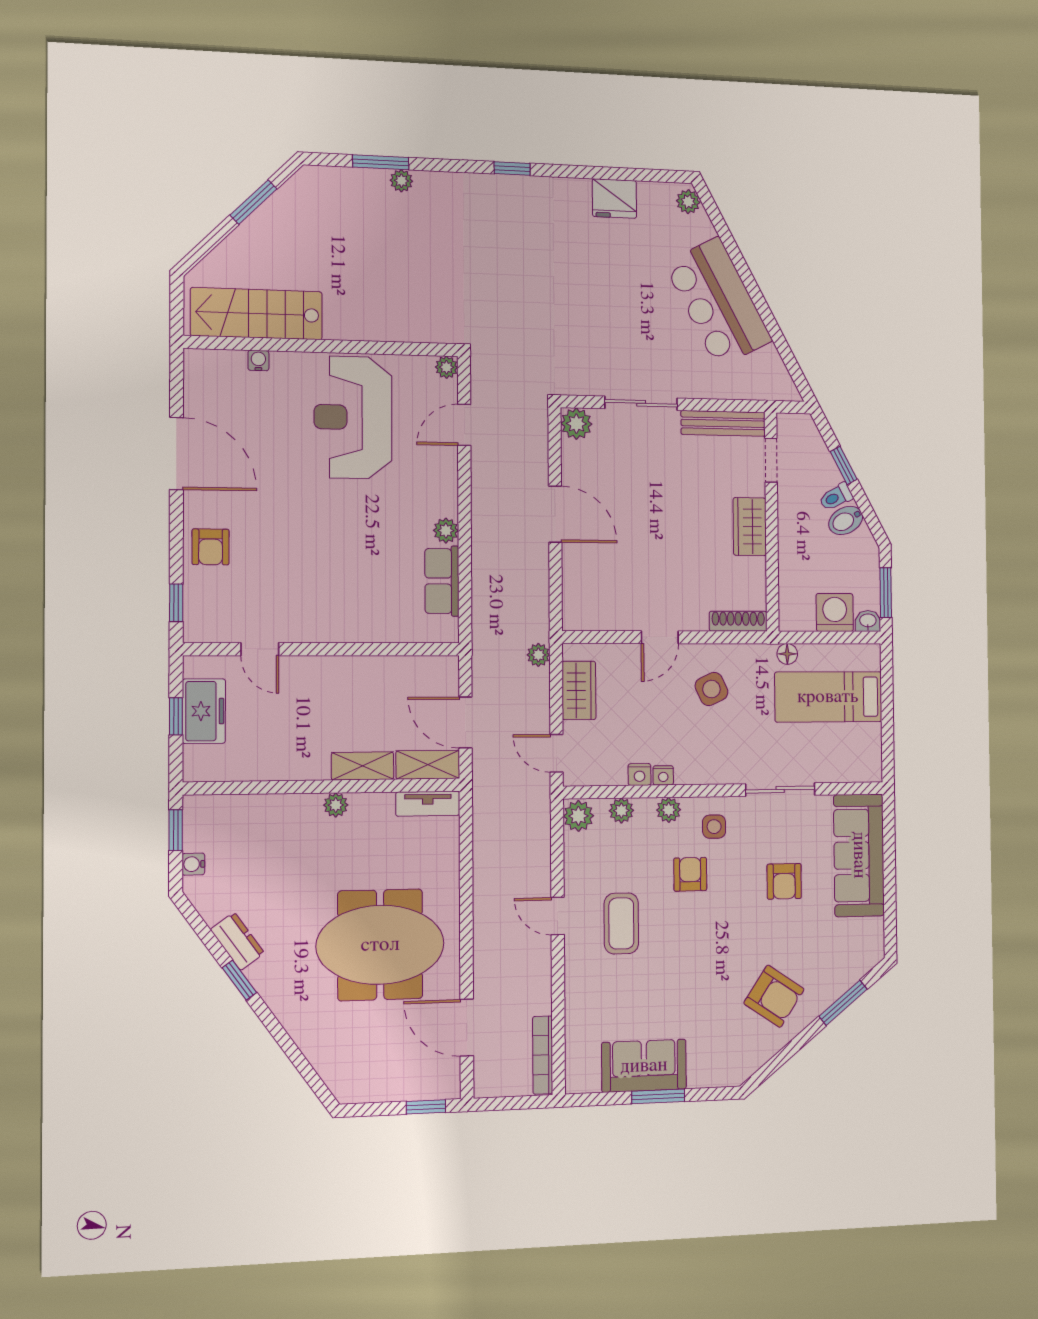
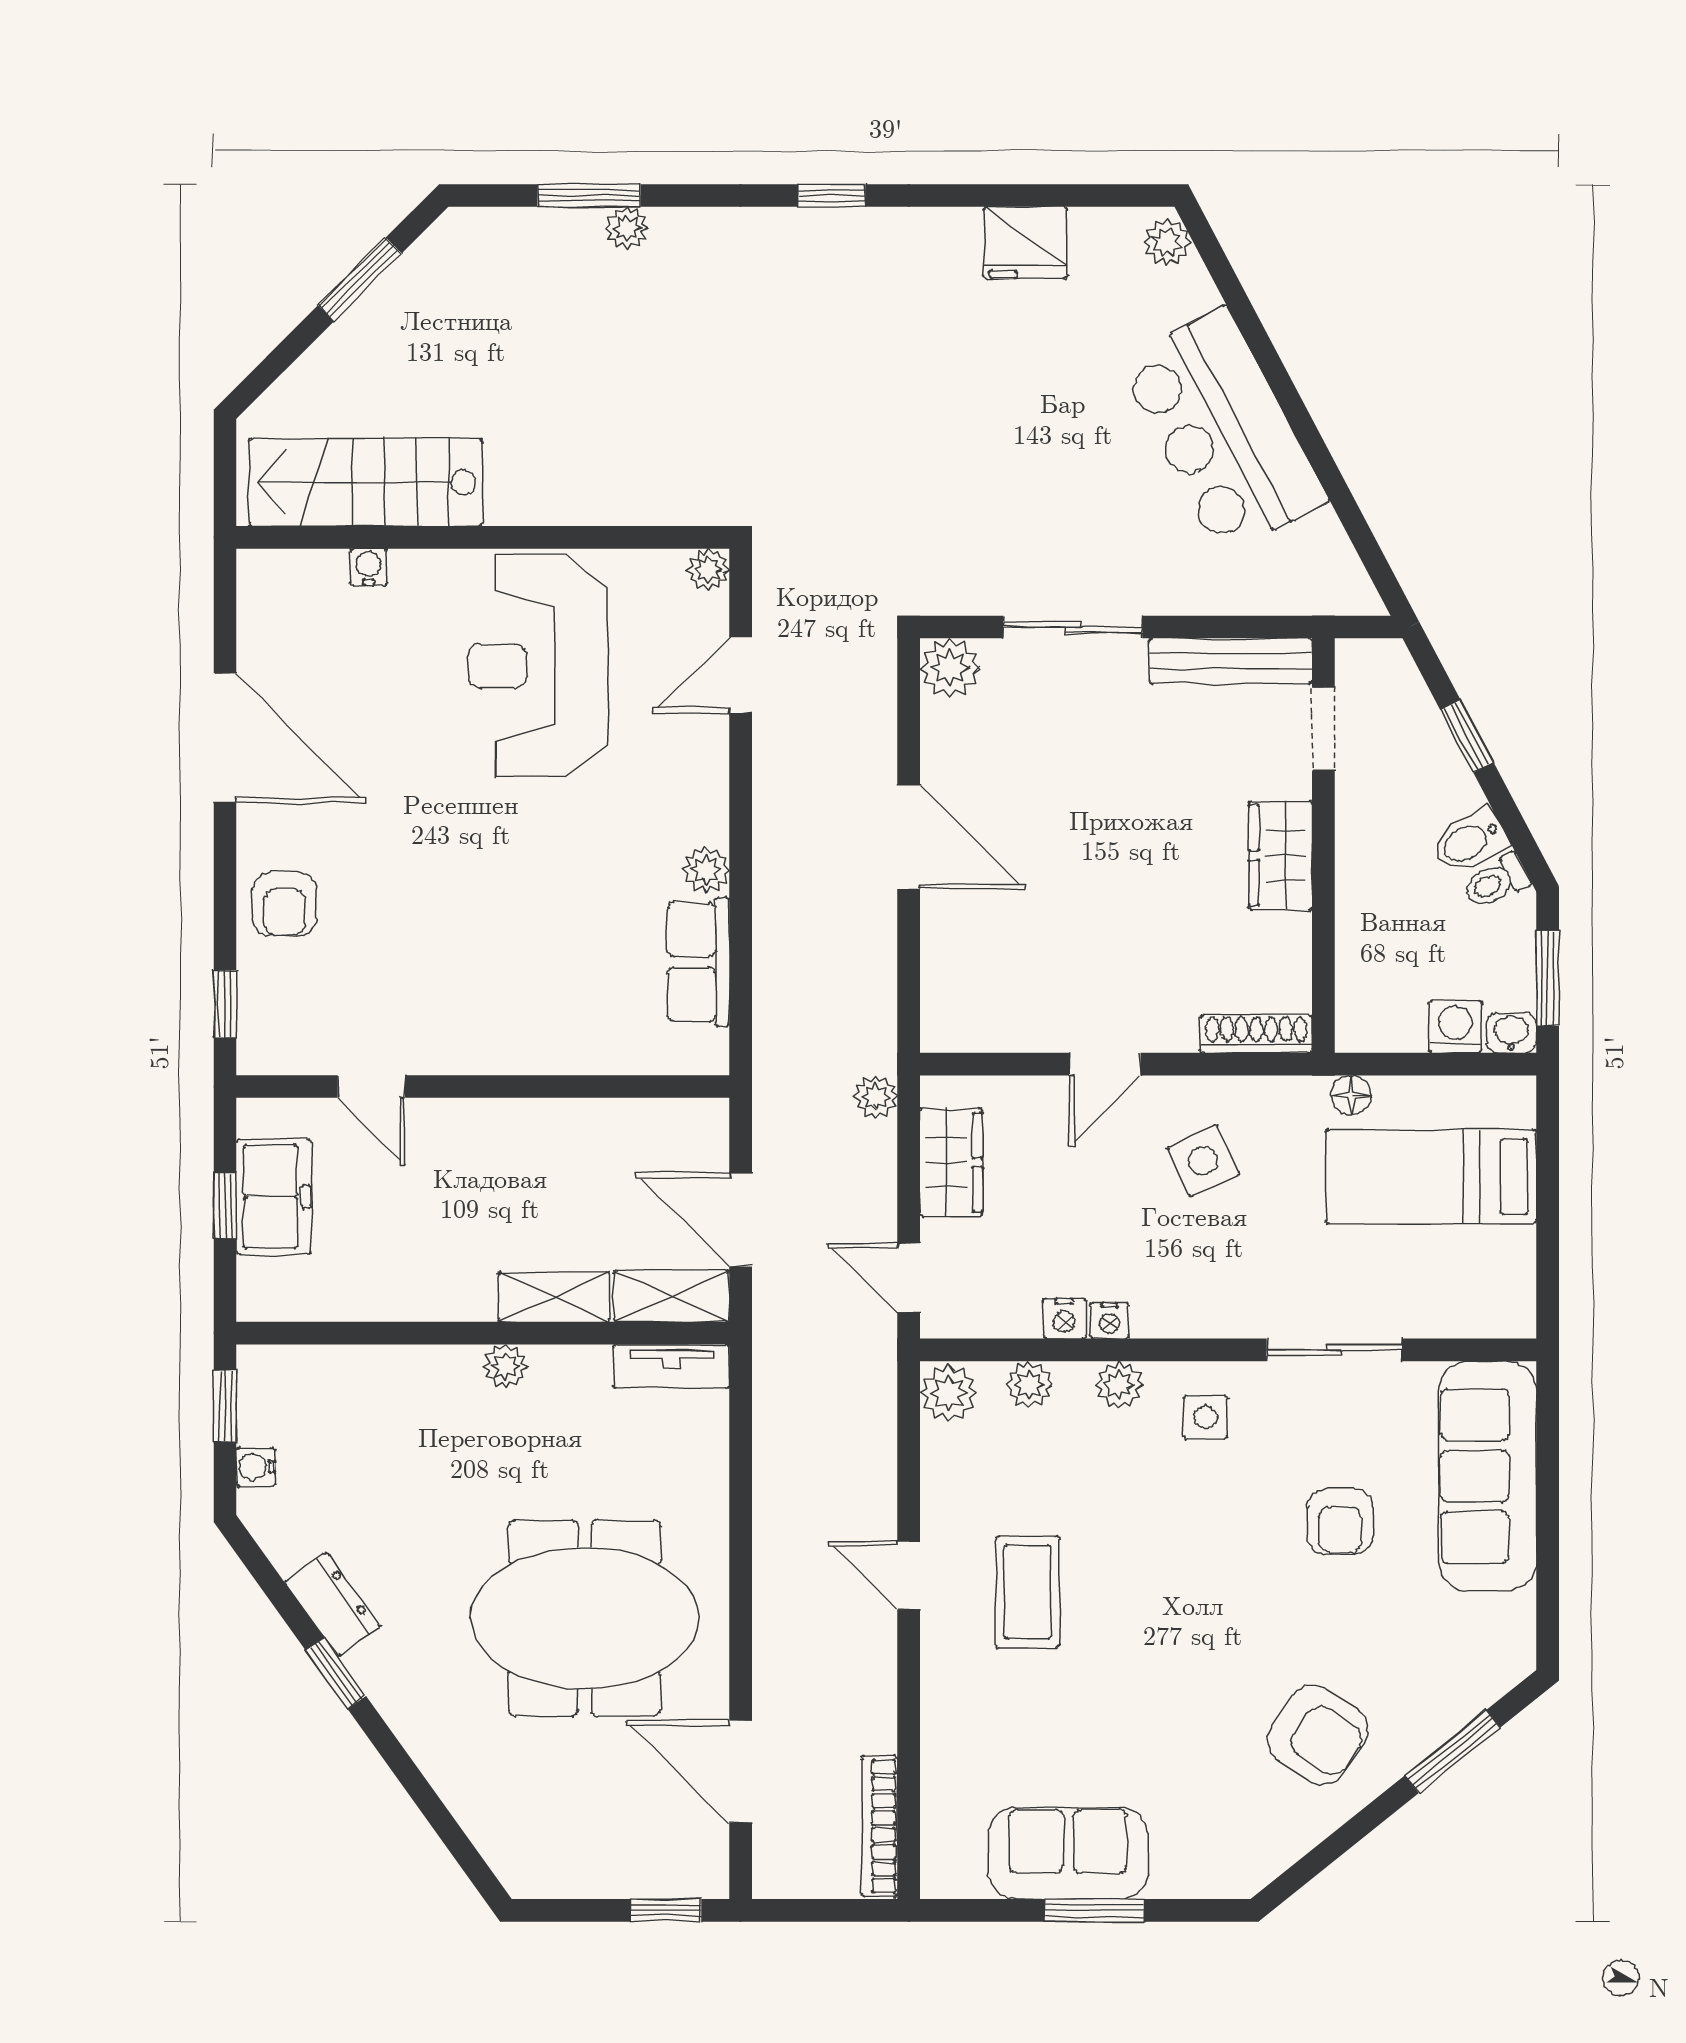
toilet: (836, 497) -> (1496, 882), moved
washing machine: (835, 612) -> (1455, 1027), width x0.73, depth x0.73
armchair: (690, 874) -> (1159, 1505), removed

